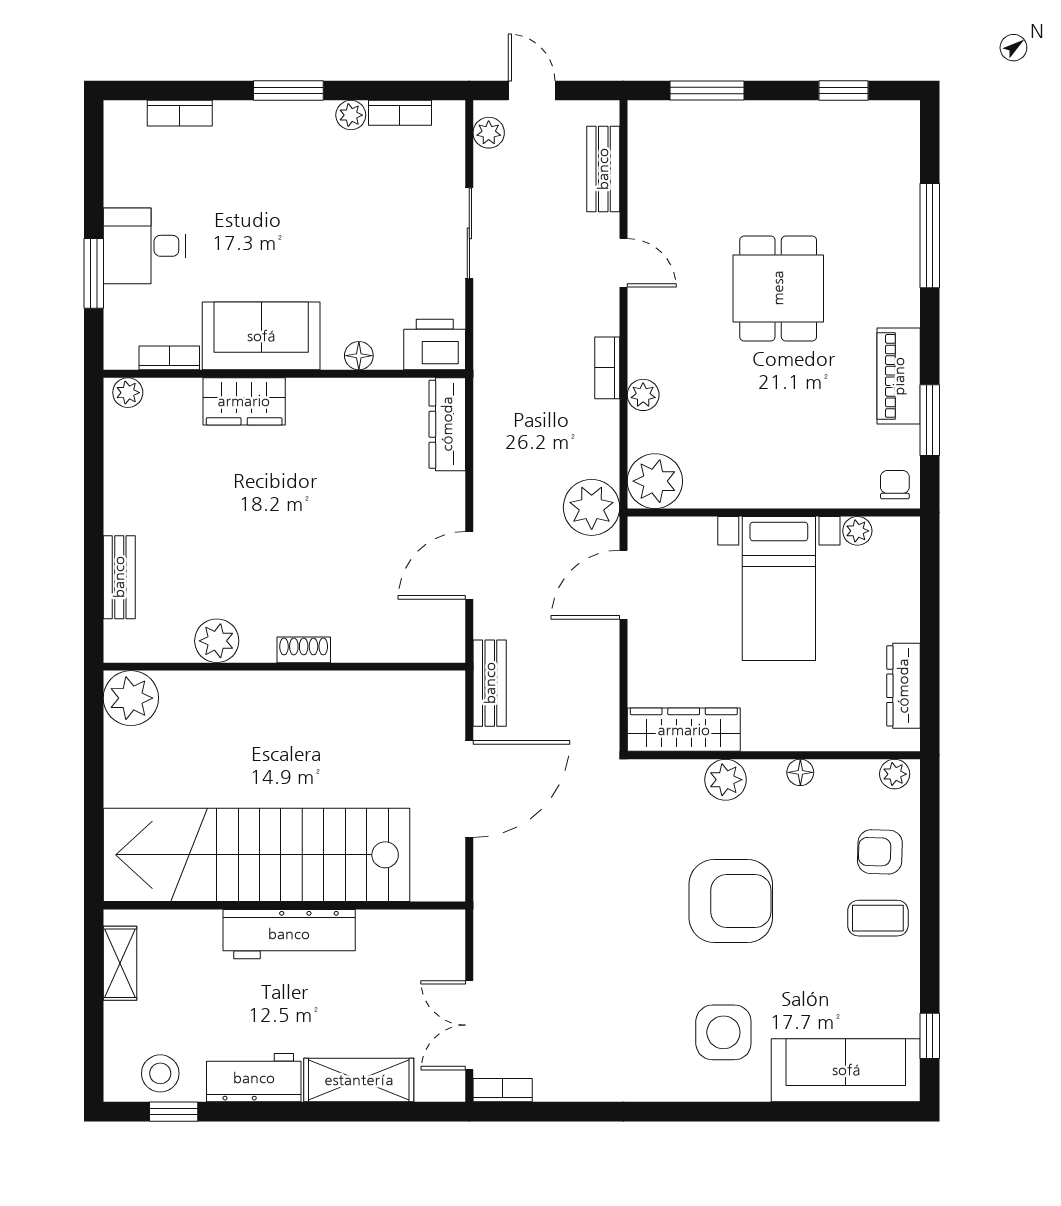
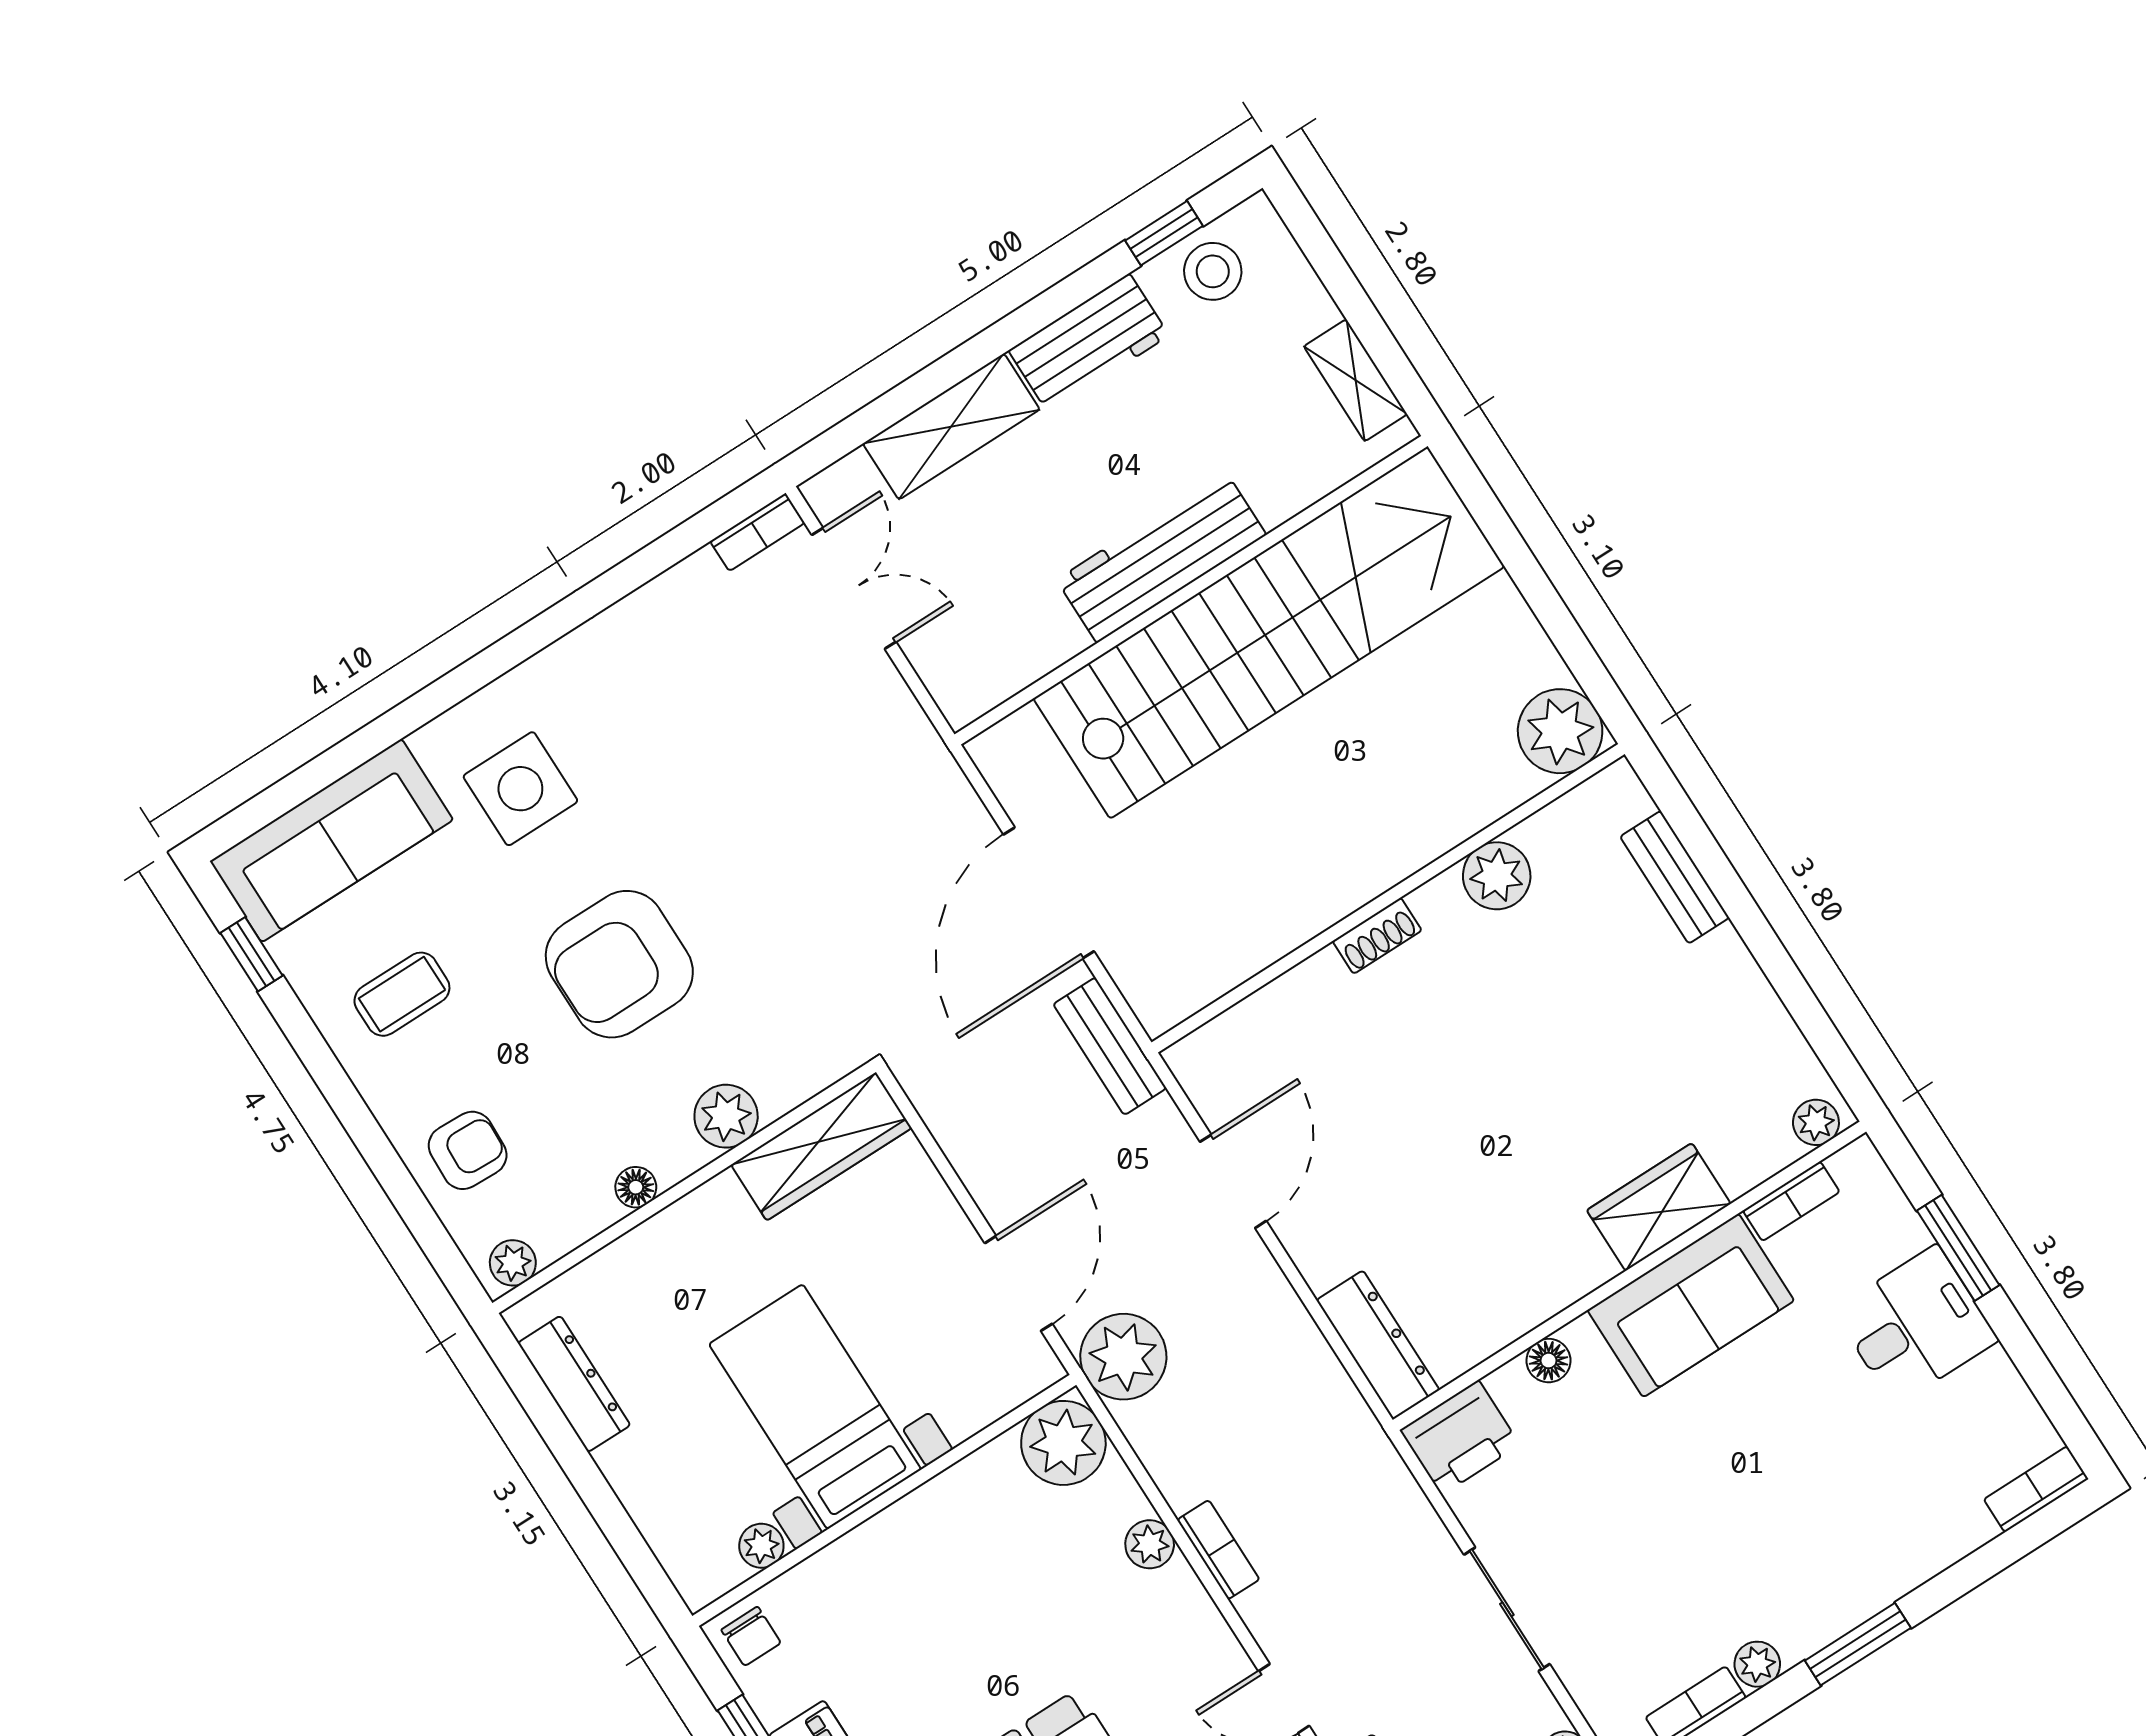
bookcase: (180, 113) -> (2036, 1489), moved
coffee table: (878, 918) -> (402, 994), moved

